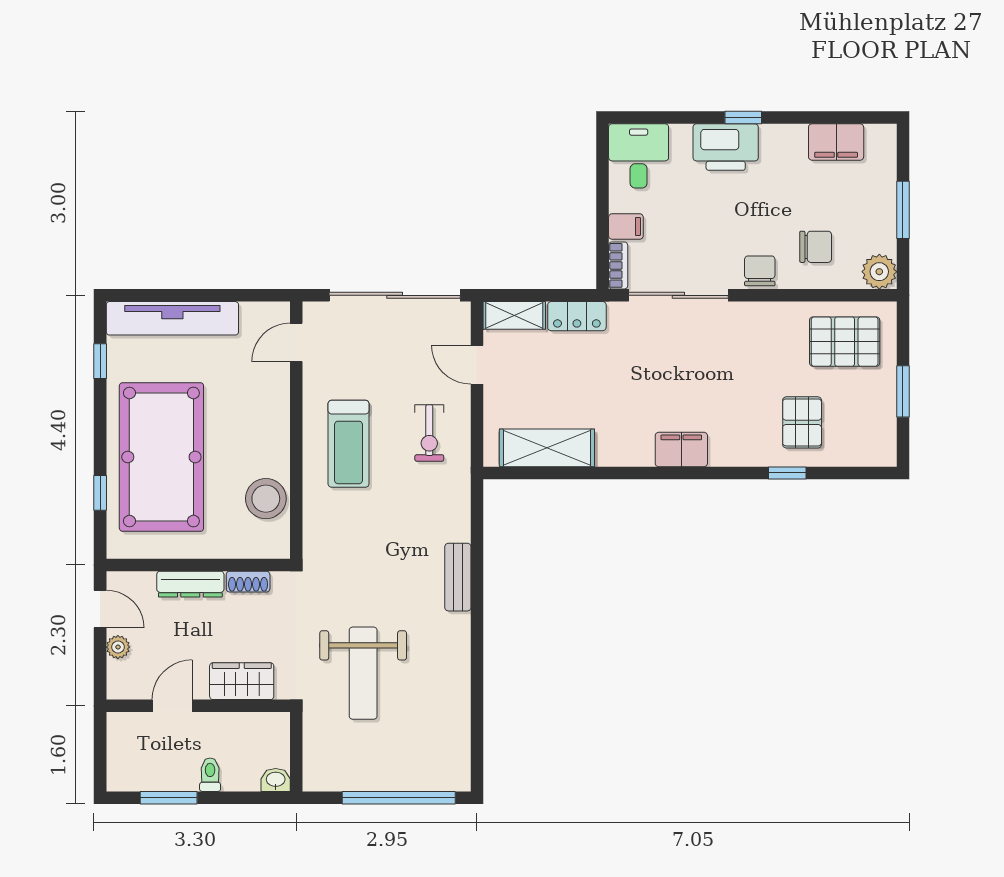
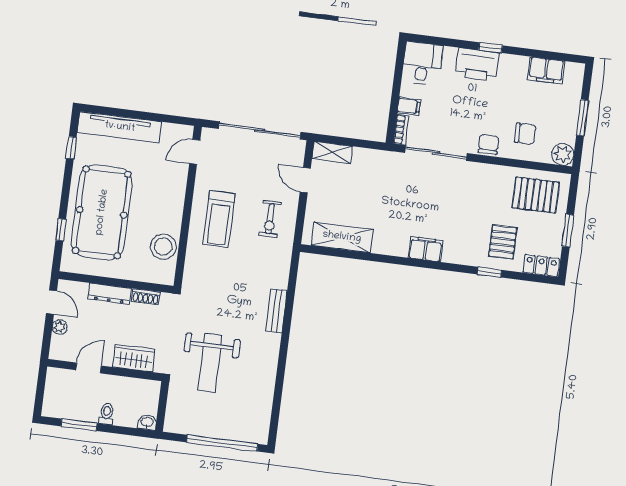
locker: (577, 316) -> (541, 266), moved, turned 180

